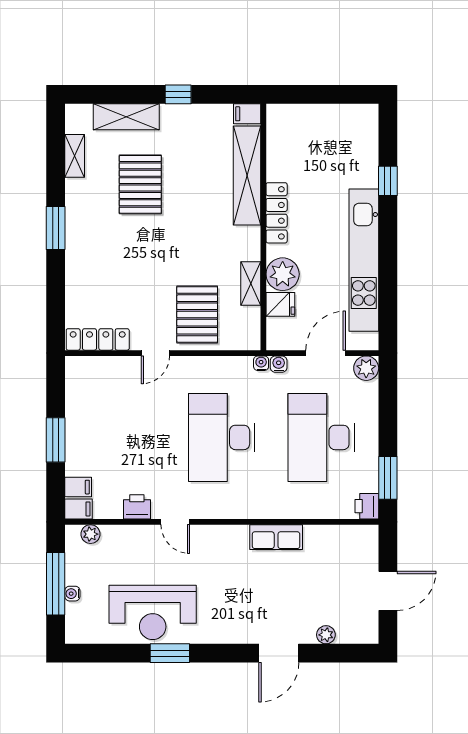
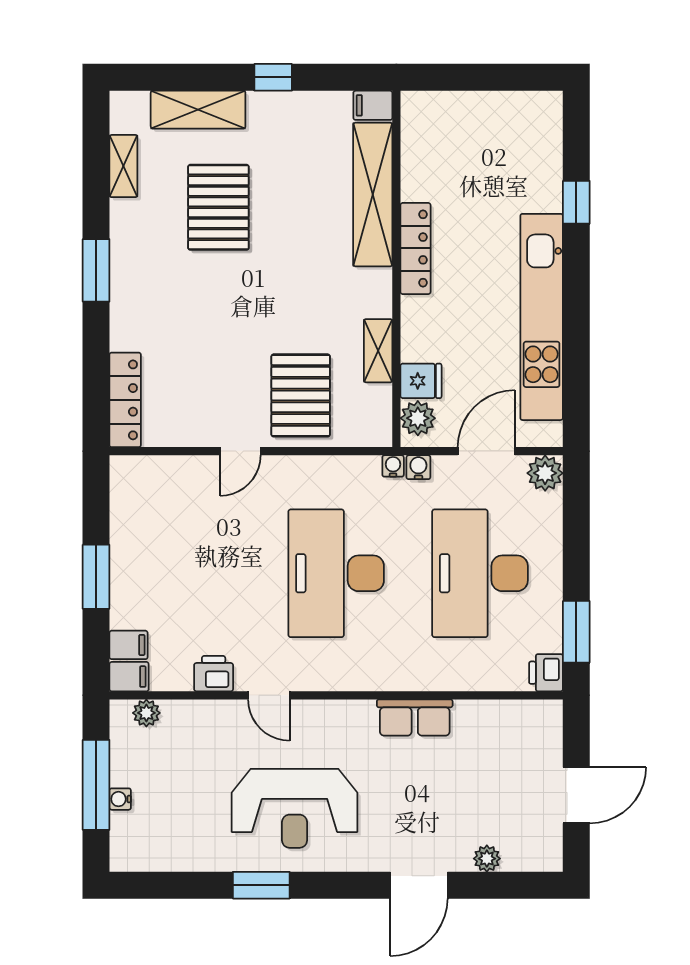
plant: (283, 274) -> (418, 418), moved, width x0.73, depth x0.73
locker: (98, 339) -> (125, 400), moved, turned 90
reception desk: (153, 612) -> (295, 808), moved

